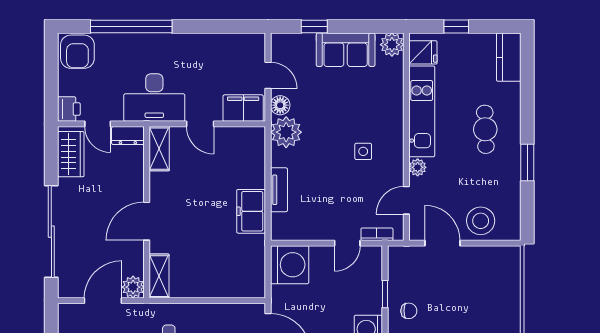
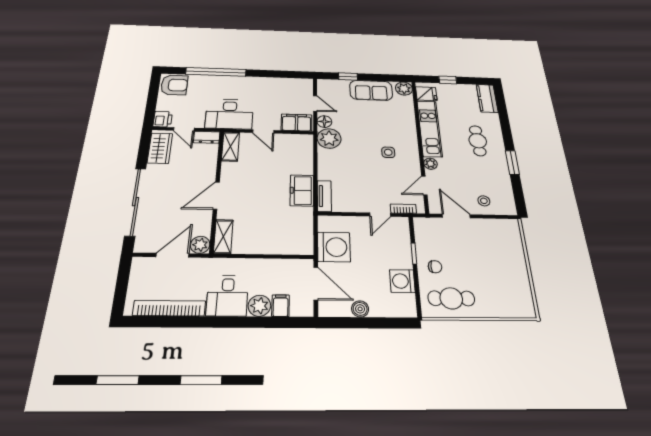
armchair: (77, 52) -> (174, 85), turned -90
tv unit: (279, 190) -> (324, 196), moved
stool: (481, 221) -> (484, 201), width x0.53, depth x0.53
washing machine: (290, 265) -> (334, 247), moved

